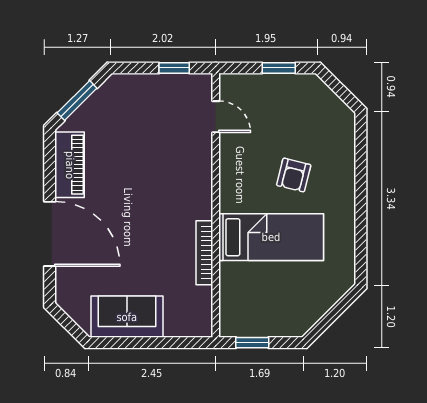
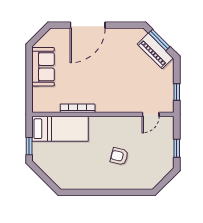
piano: (70, 165) -> (155, 51), moved, turned 45
bed: (271, 237) -> (60, 129), moved, turned -90
window: (252, 343) -> (29, 146), moved

